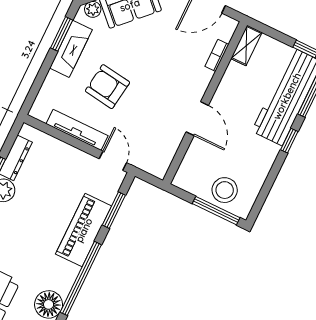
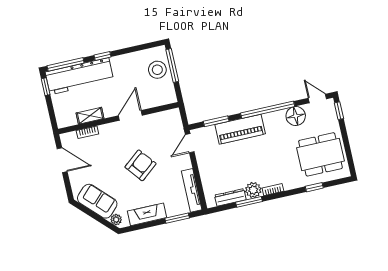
window: (62, 34) -> (177, 218), moved
shelving: (246, 45) -> (90, 116), moved
armchair: (107, 87) -> (140, 165), moved, turned -137
tv unit: (77, 130) -> (192, 190), moved

